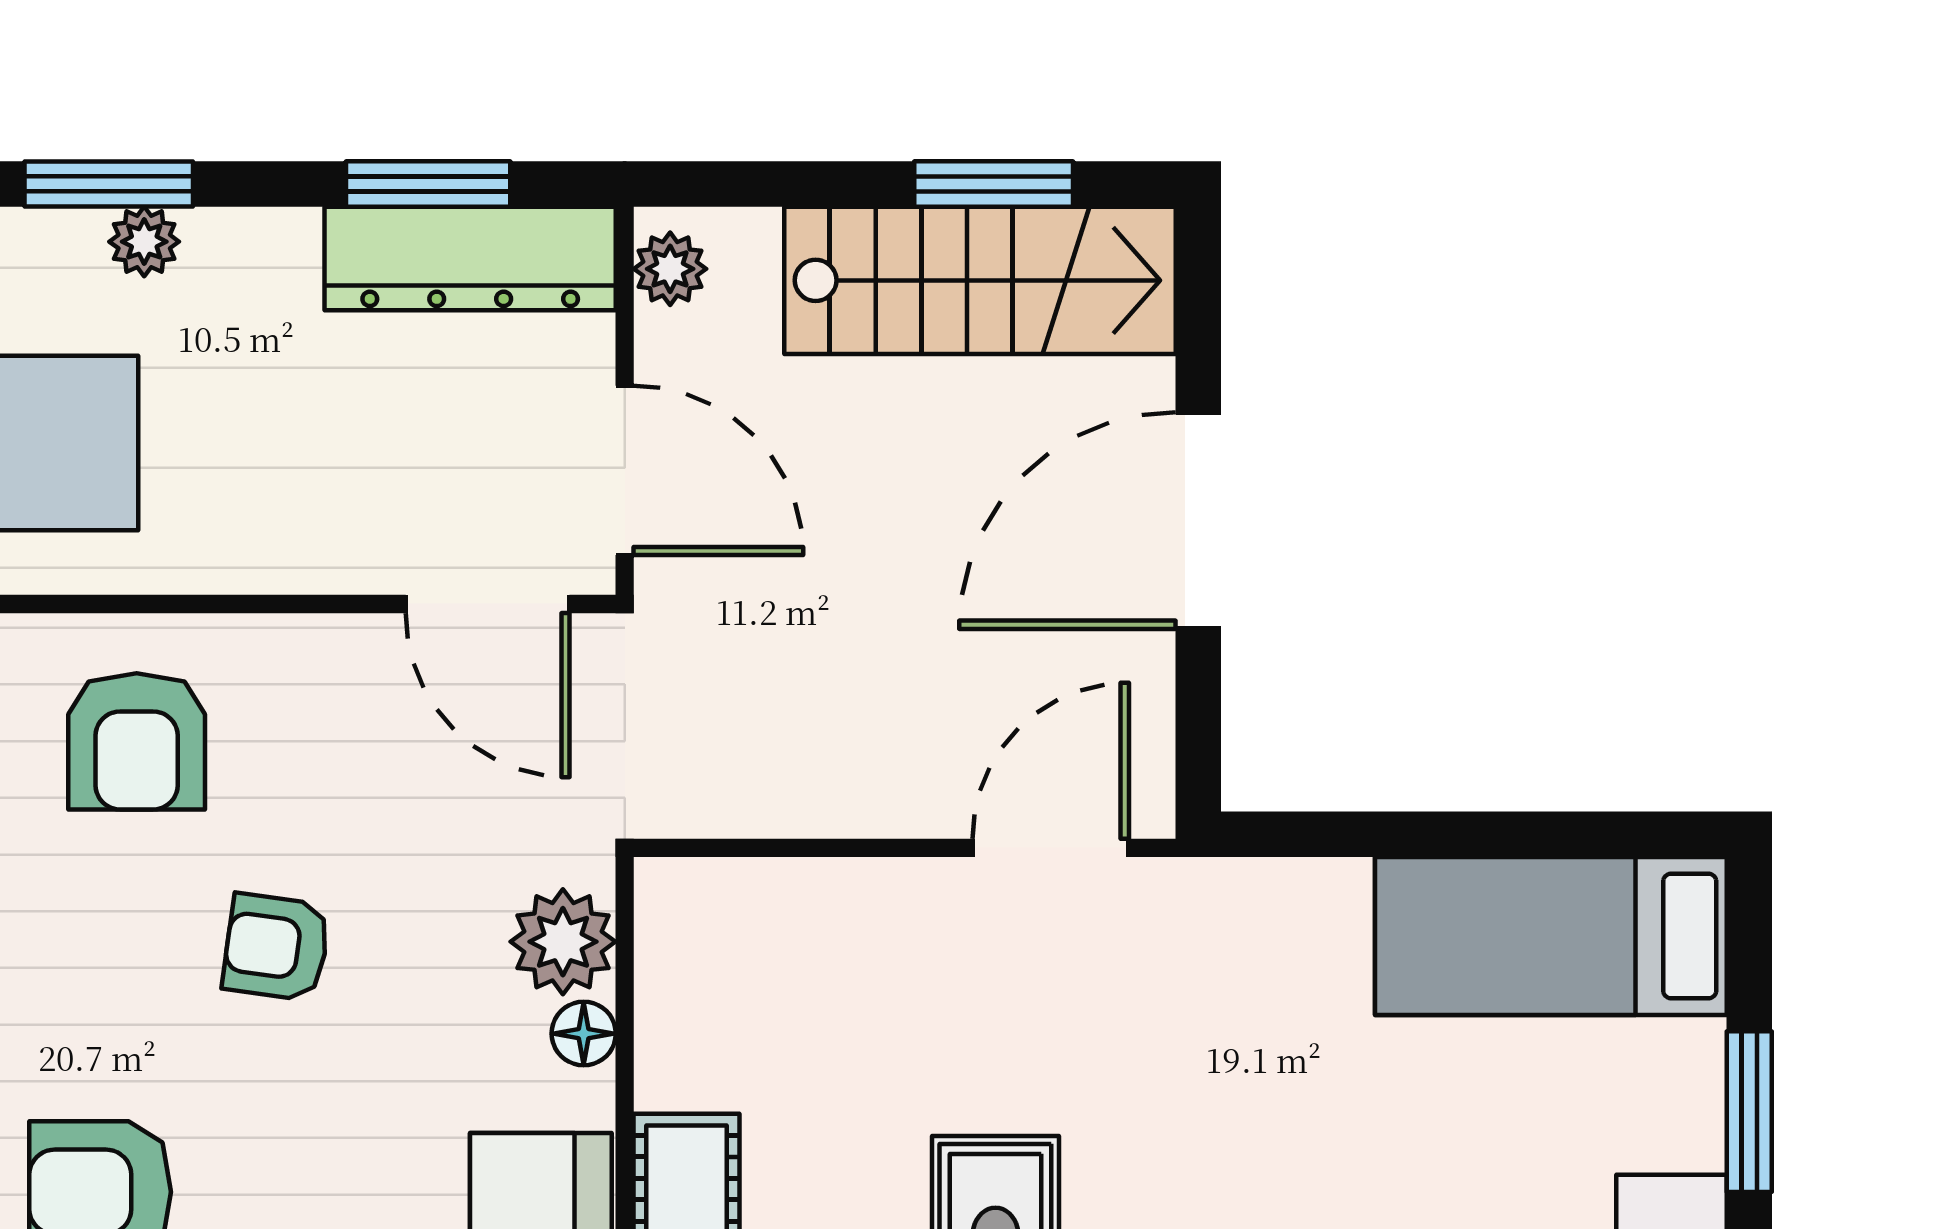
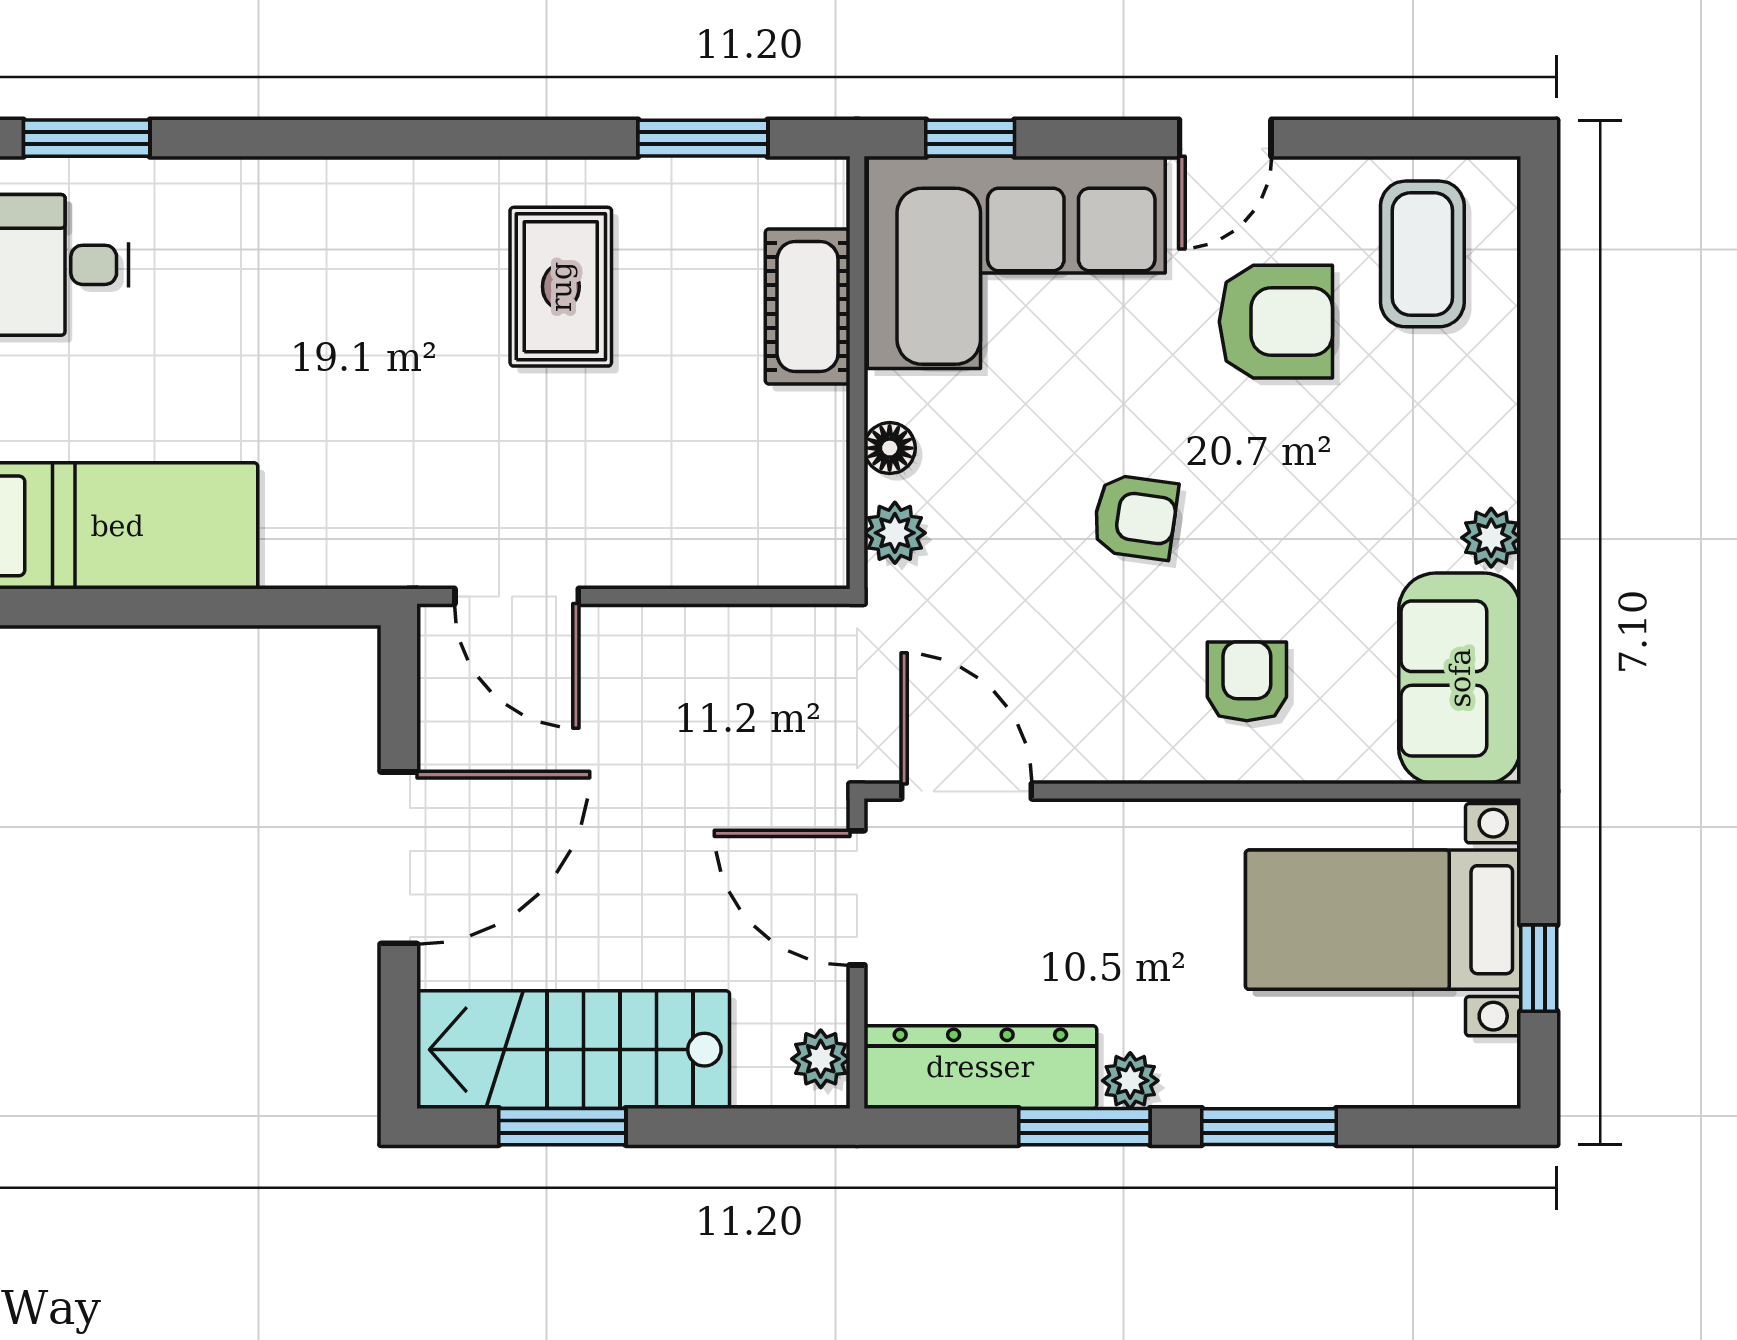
window: (428, 184) -> (1084, 1127), moved
plant: (144, 242) -> (1130, 1081), moved
armchair: (137, 741) -> (1247, 681), width x0.72, depth x0.72
door: (1051, 848) -> (517, 596), hinge flipped
plant: (563, 942) -> (895, 533), width x0.73, depth x0.73

